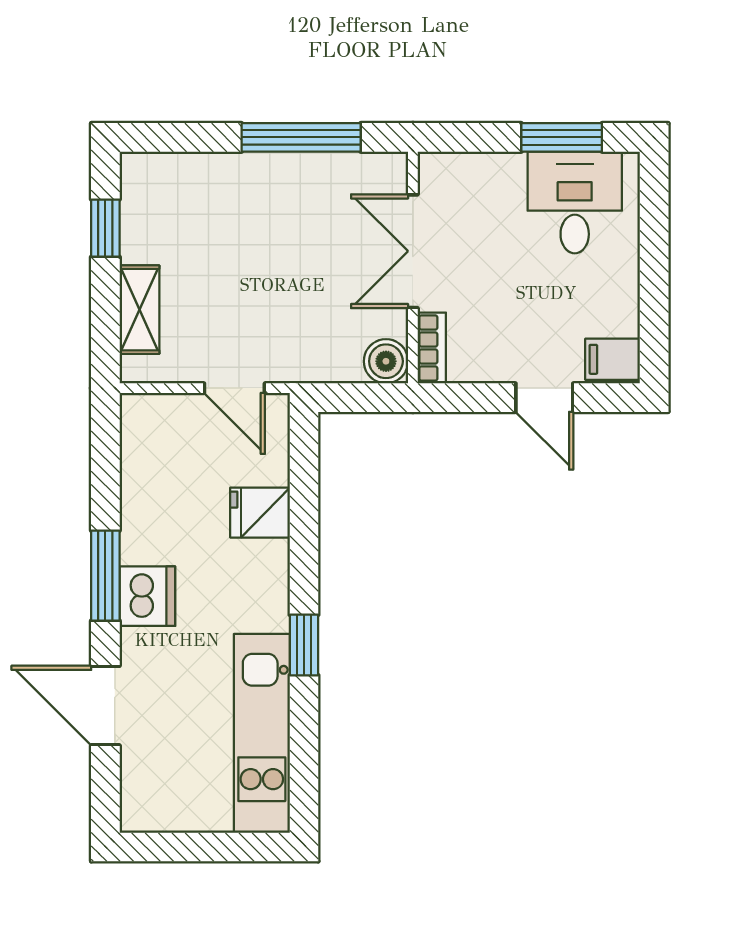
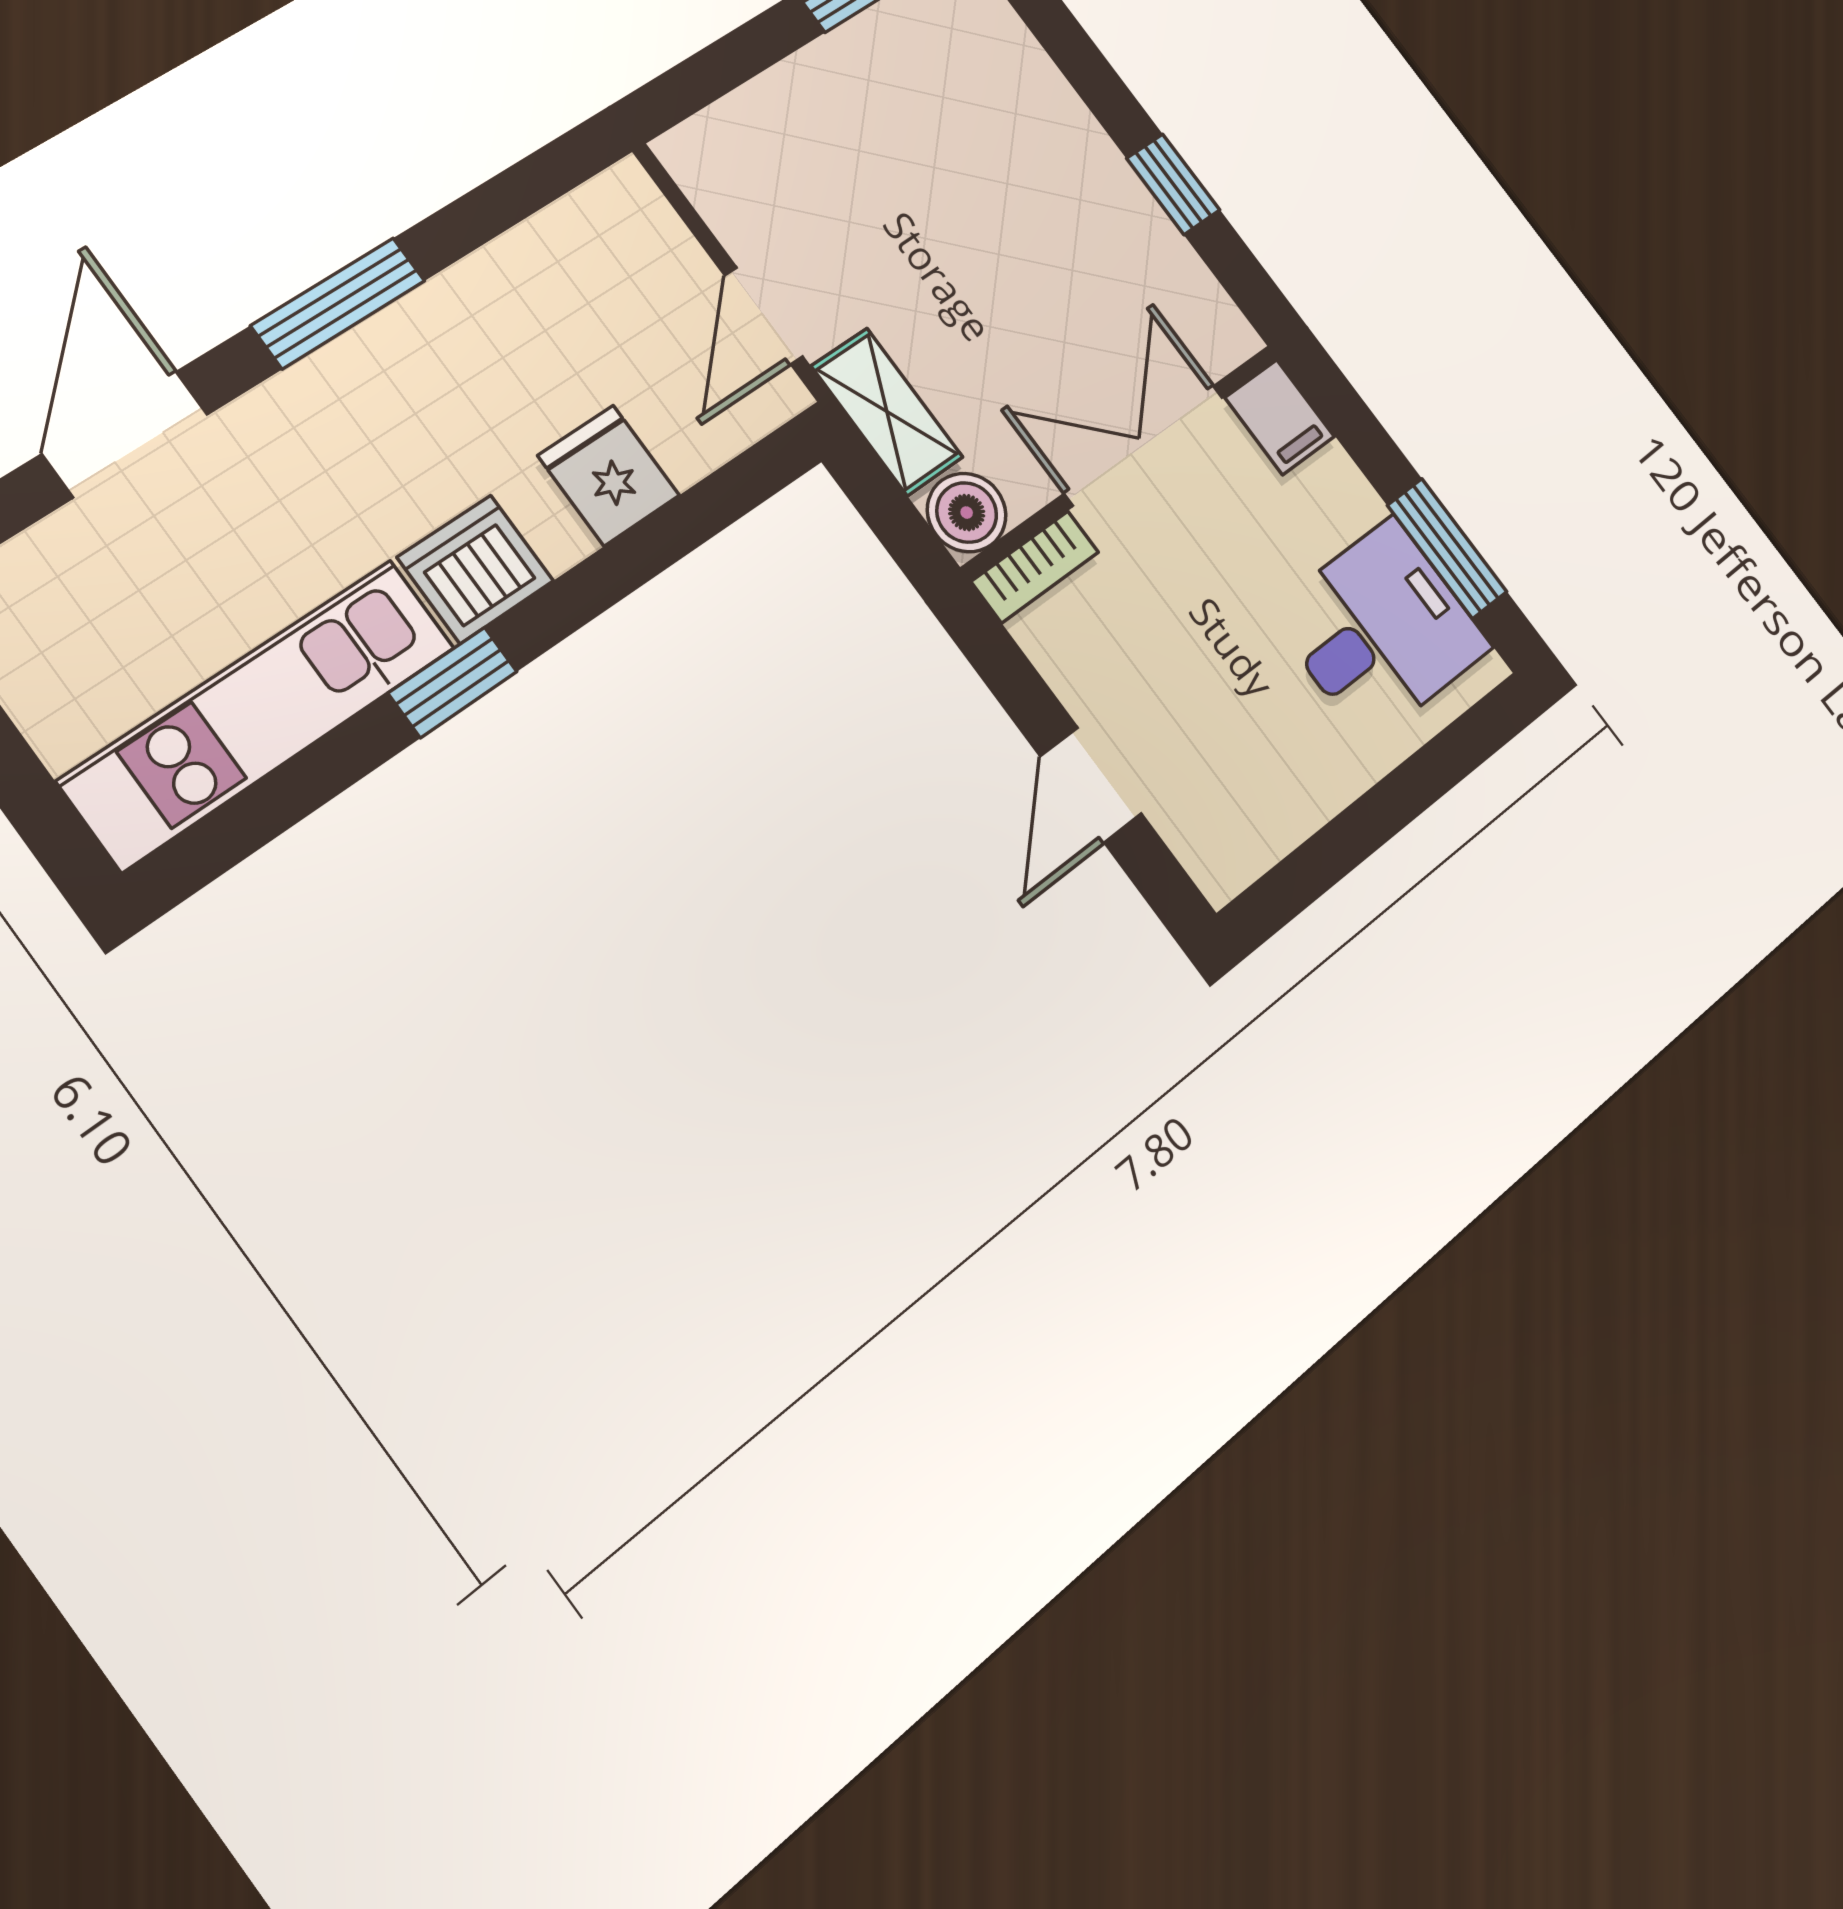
window: (301, 137) -> (1173, 184), width x0.46
shelving: (139, 310) -> (887, 412), moved, turned 90
filing cabinet: (613, 359) -> (1280, 417), moved, turned 180
dishwasher: (147, 596) -> (475, 569), moved, turned 180

